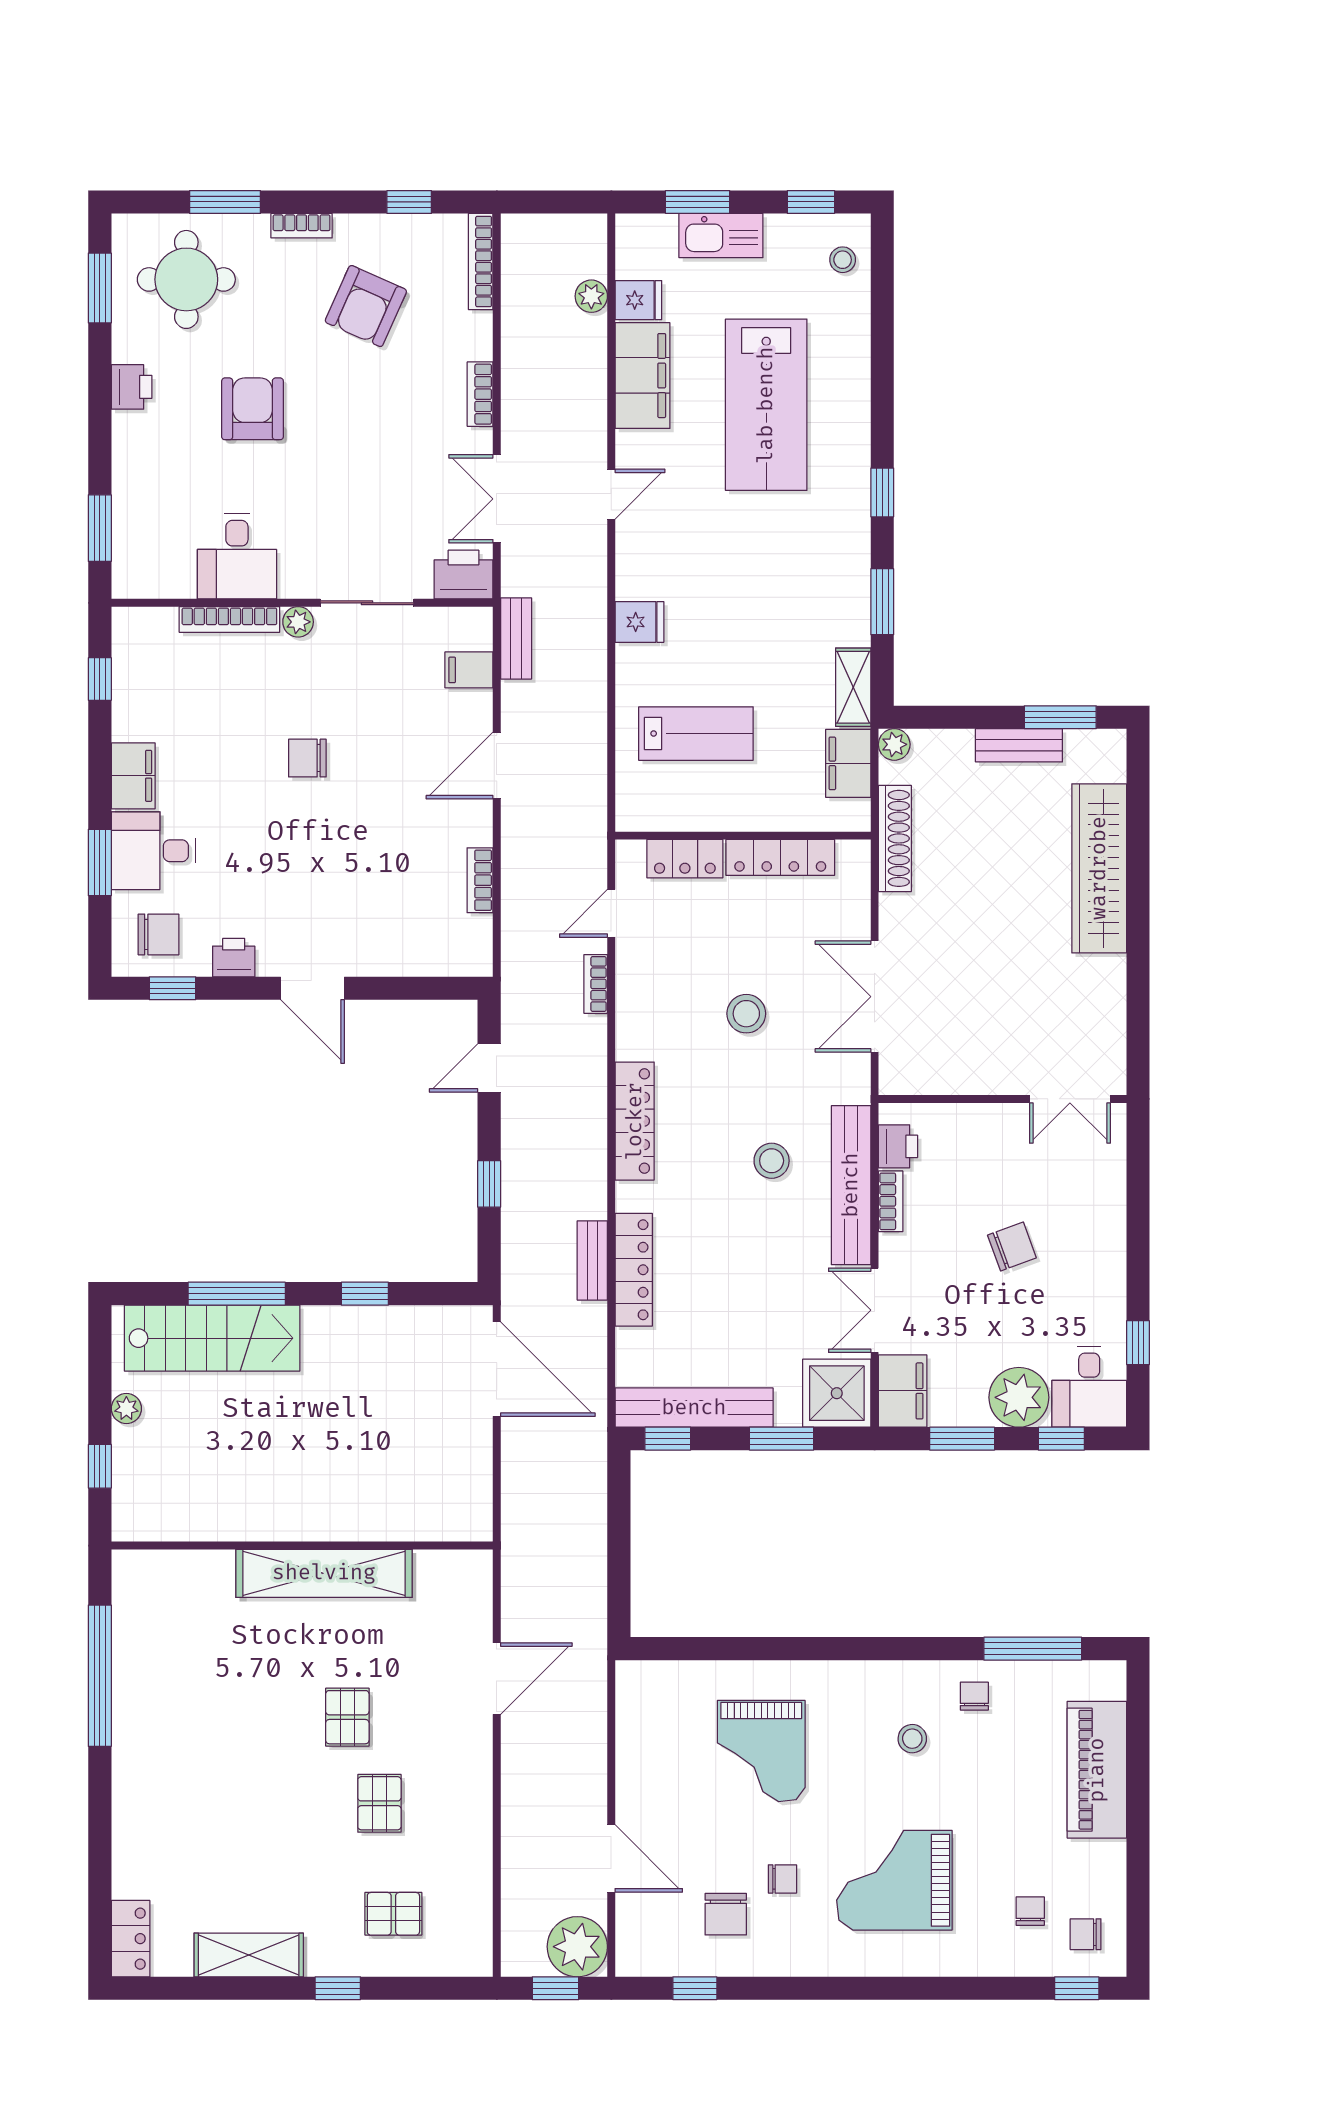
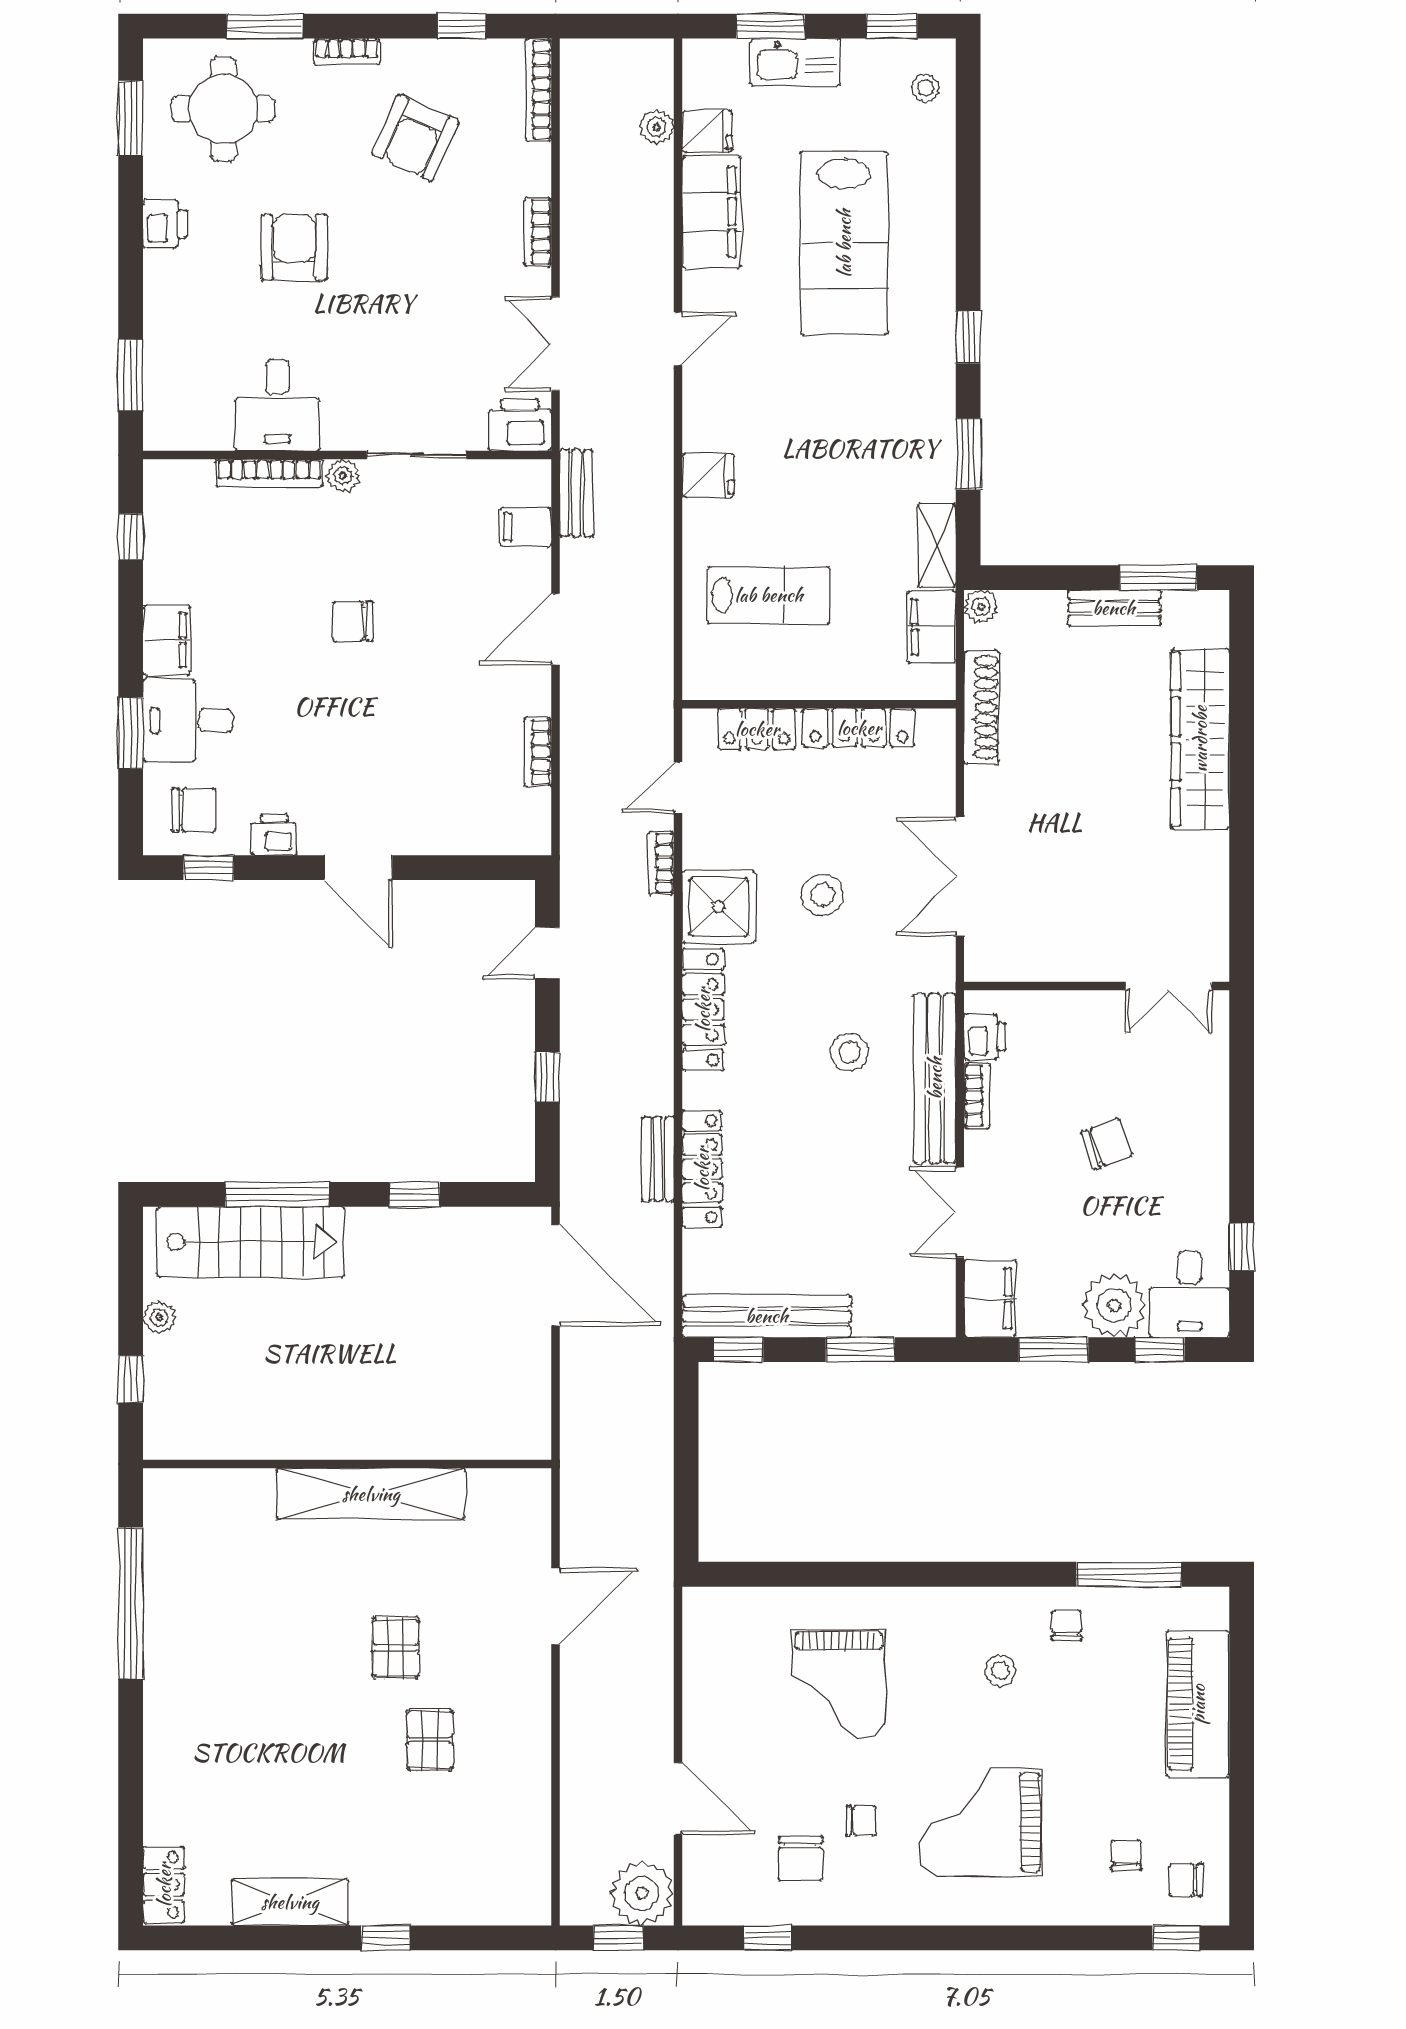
shower: (837, 1393) -> (719, 907), moved
pallet: (393, 1914) -> (445, 1858), removed

